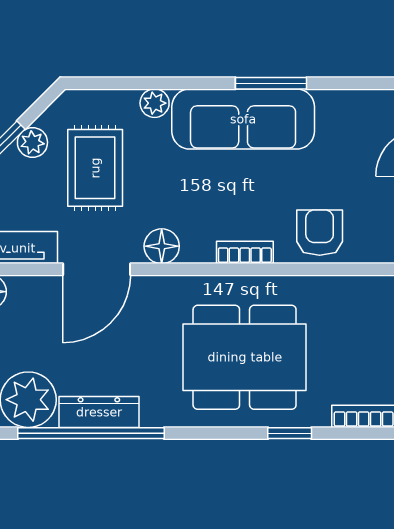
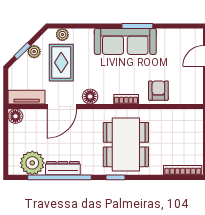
plant: (155, 103) -> (62, 35), moved
dining table: (245, 357) -> (126, 145), turned 90
window: (290, 433) -> (115, 177), moved

